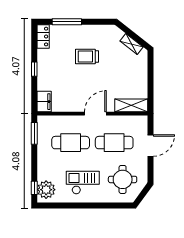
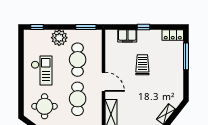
trolley: (87, 56) -> (142, 65), moved
filing cabinet: (44, 102) -> (127, 36), moved
plant: (46, 190) -> (59, 38), moved

